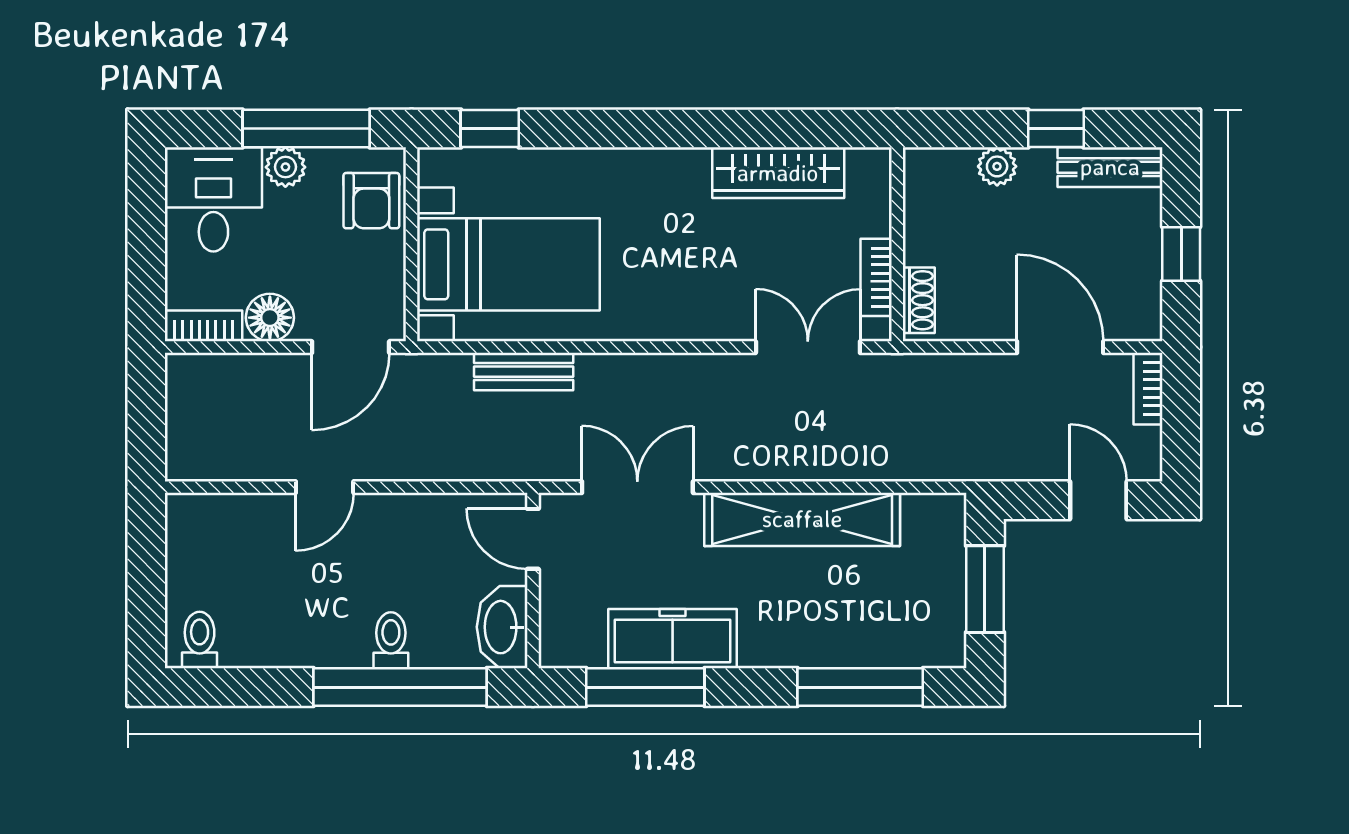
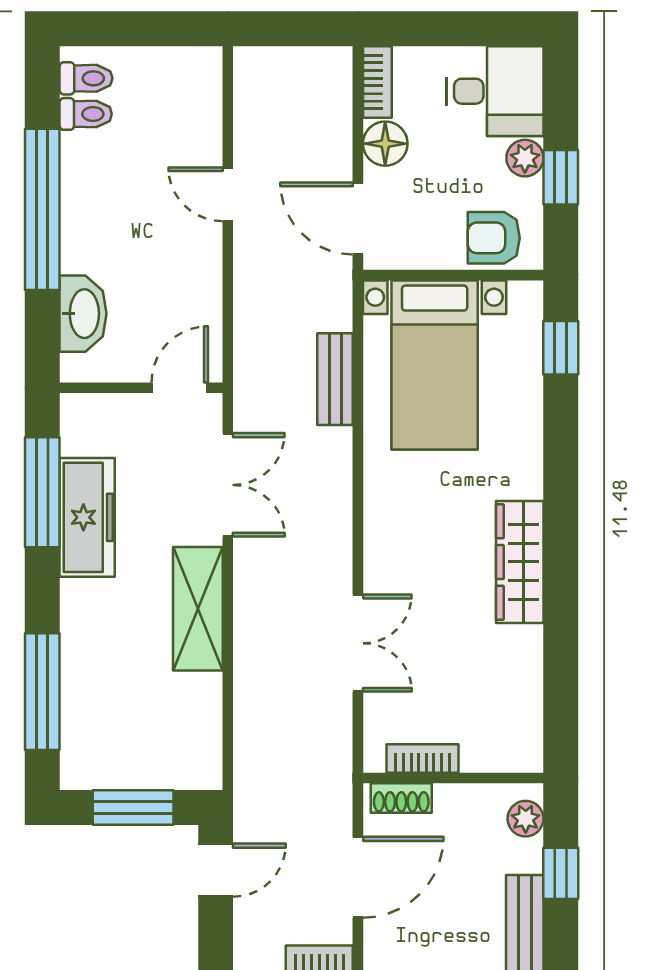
window: (306, 128) -> (561, 177), width x0.46
wardrobe: (778, 173) -> (520, 562), moved
wall: (897, 244) -> (453, 778), moved
bookcase: (876, 277) -> (423, 758), moved
shoe rack: (919, 300) -> (401, 798), moved
door: (1098, 500) -> (216, 870), moved
shelving: (802, 519) -> (198, 609), width x0.68
washbasin: (502, 627) -> (83, 314), moved, turned 90
toilet: (391, 640) -> (86, 114), moved
window: (400, 687) -> (42, 209), moved

